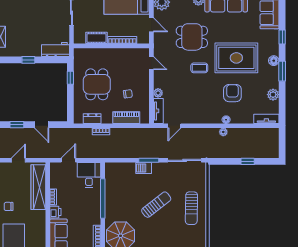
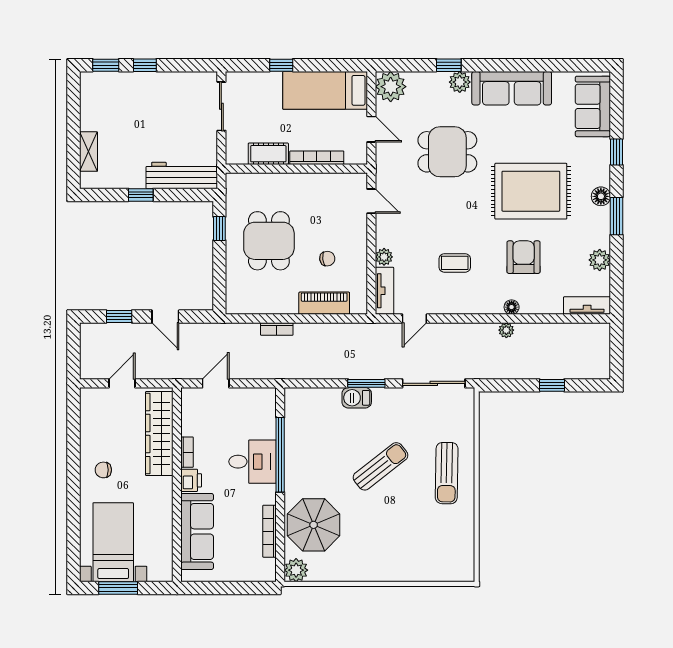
workbench: (55, 50) -> (182, 175), width x1.38
coffee table: (199, 68) -> (455, 263), moved
dresser: (92, 119) -> (260, 305), removed
desk: (89, 175) -> (253, 462), moved, turned 90

